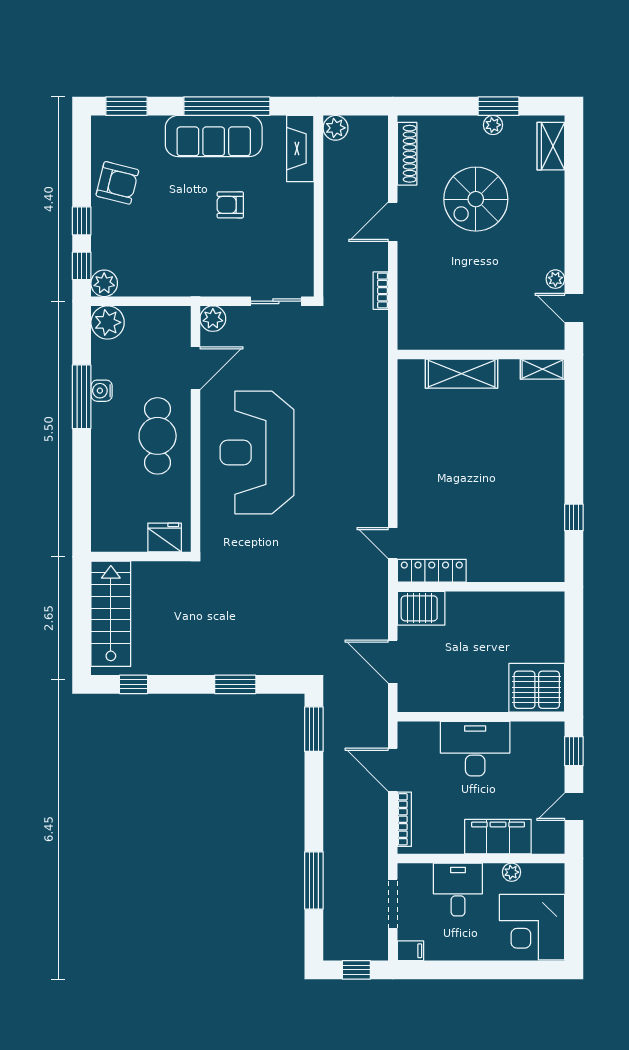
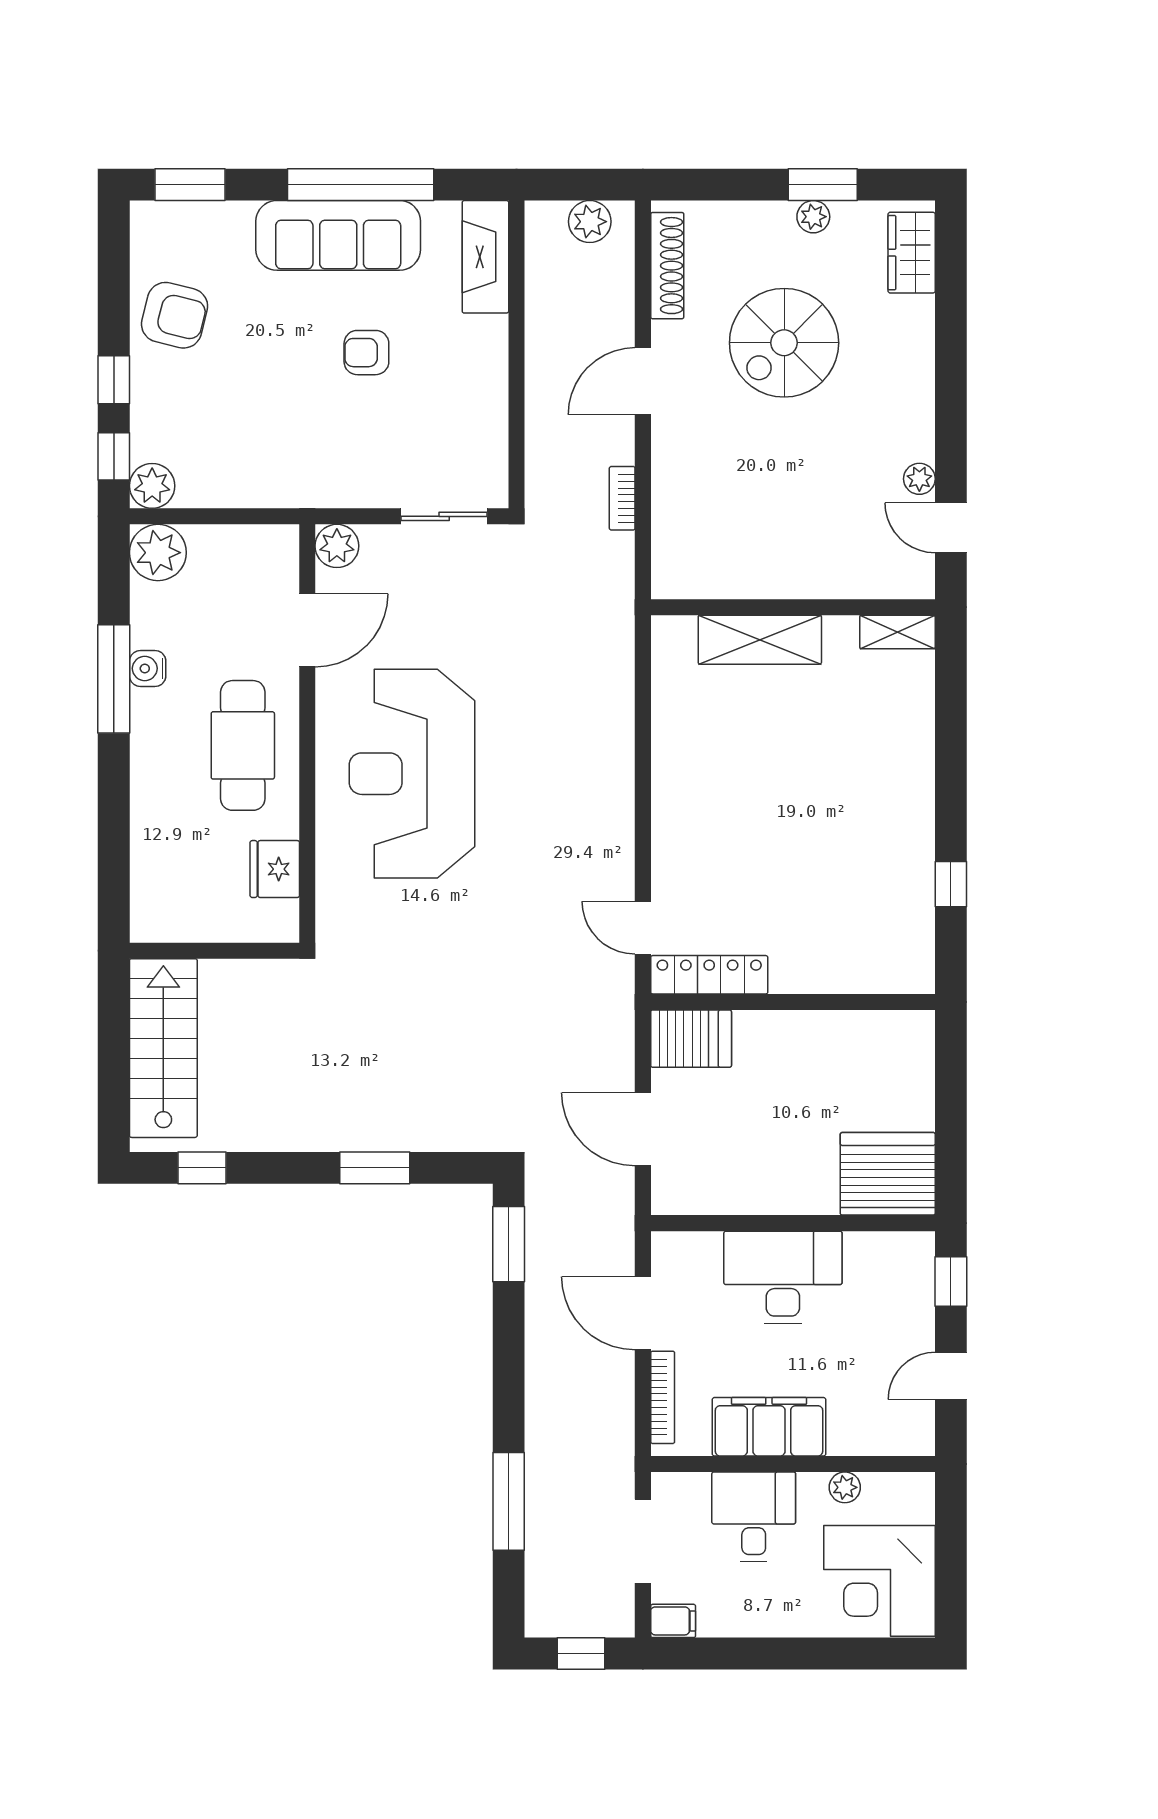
plant: (336, 128) -> (590, 222), moved
fridge: (165, 537) -> (275, 869), moved, turned -90
filing cabinet: (498, 837) -> (769, 1427), moved

